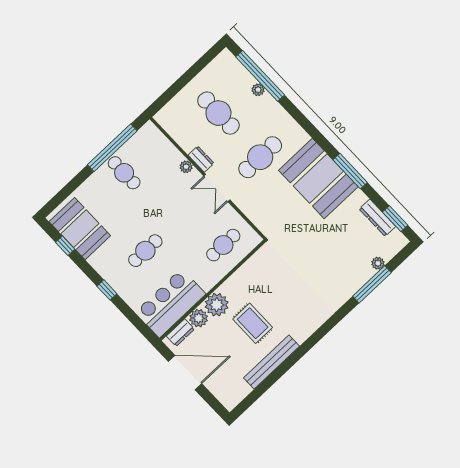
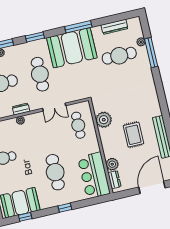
double door: (217, 188) -> (54, 107), moved
window: (395, 219) -> (35, 37), moved
cafe table: (344, 245) -> (119, 56), added
cafe table: (145, 251) -> (55, 172), width x1.37, depth x1.35
plant: (217, 305) -> (104, 120), moved
rug: (253, 323) -> (133, 135), turned 90
door: (185, 373) -> (152, 187), moved

